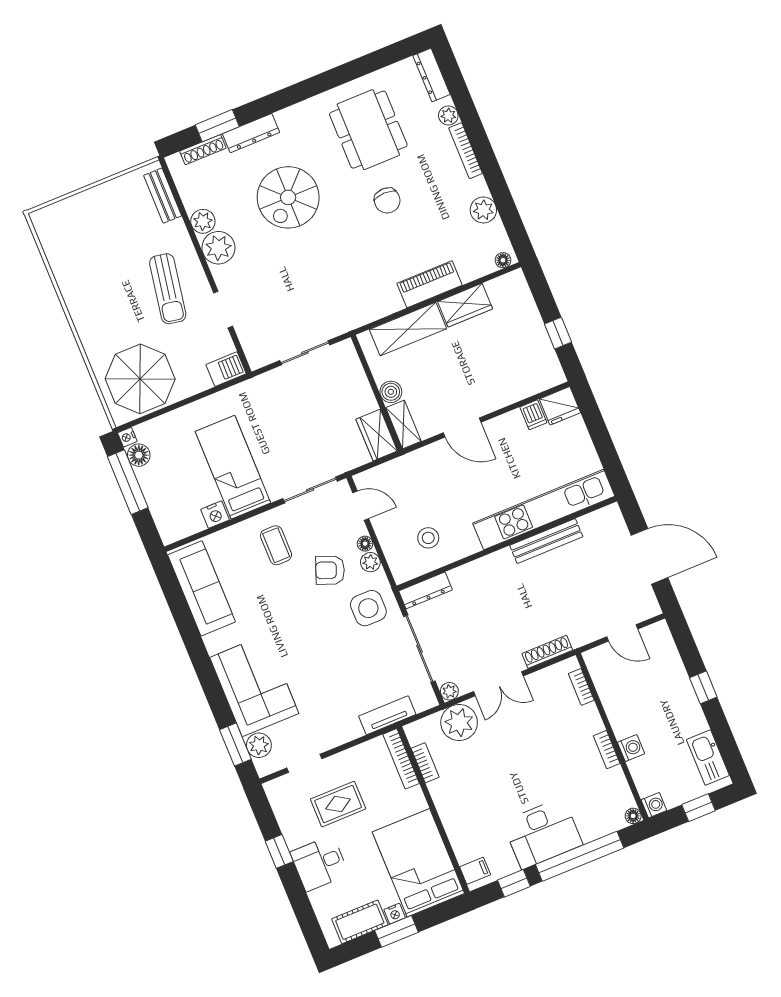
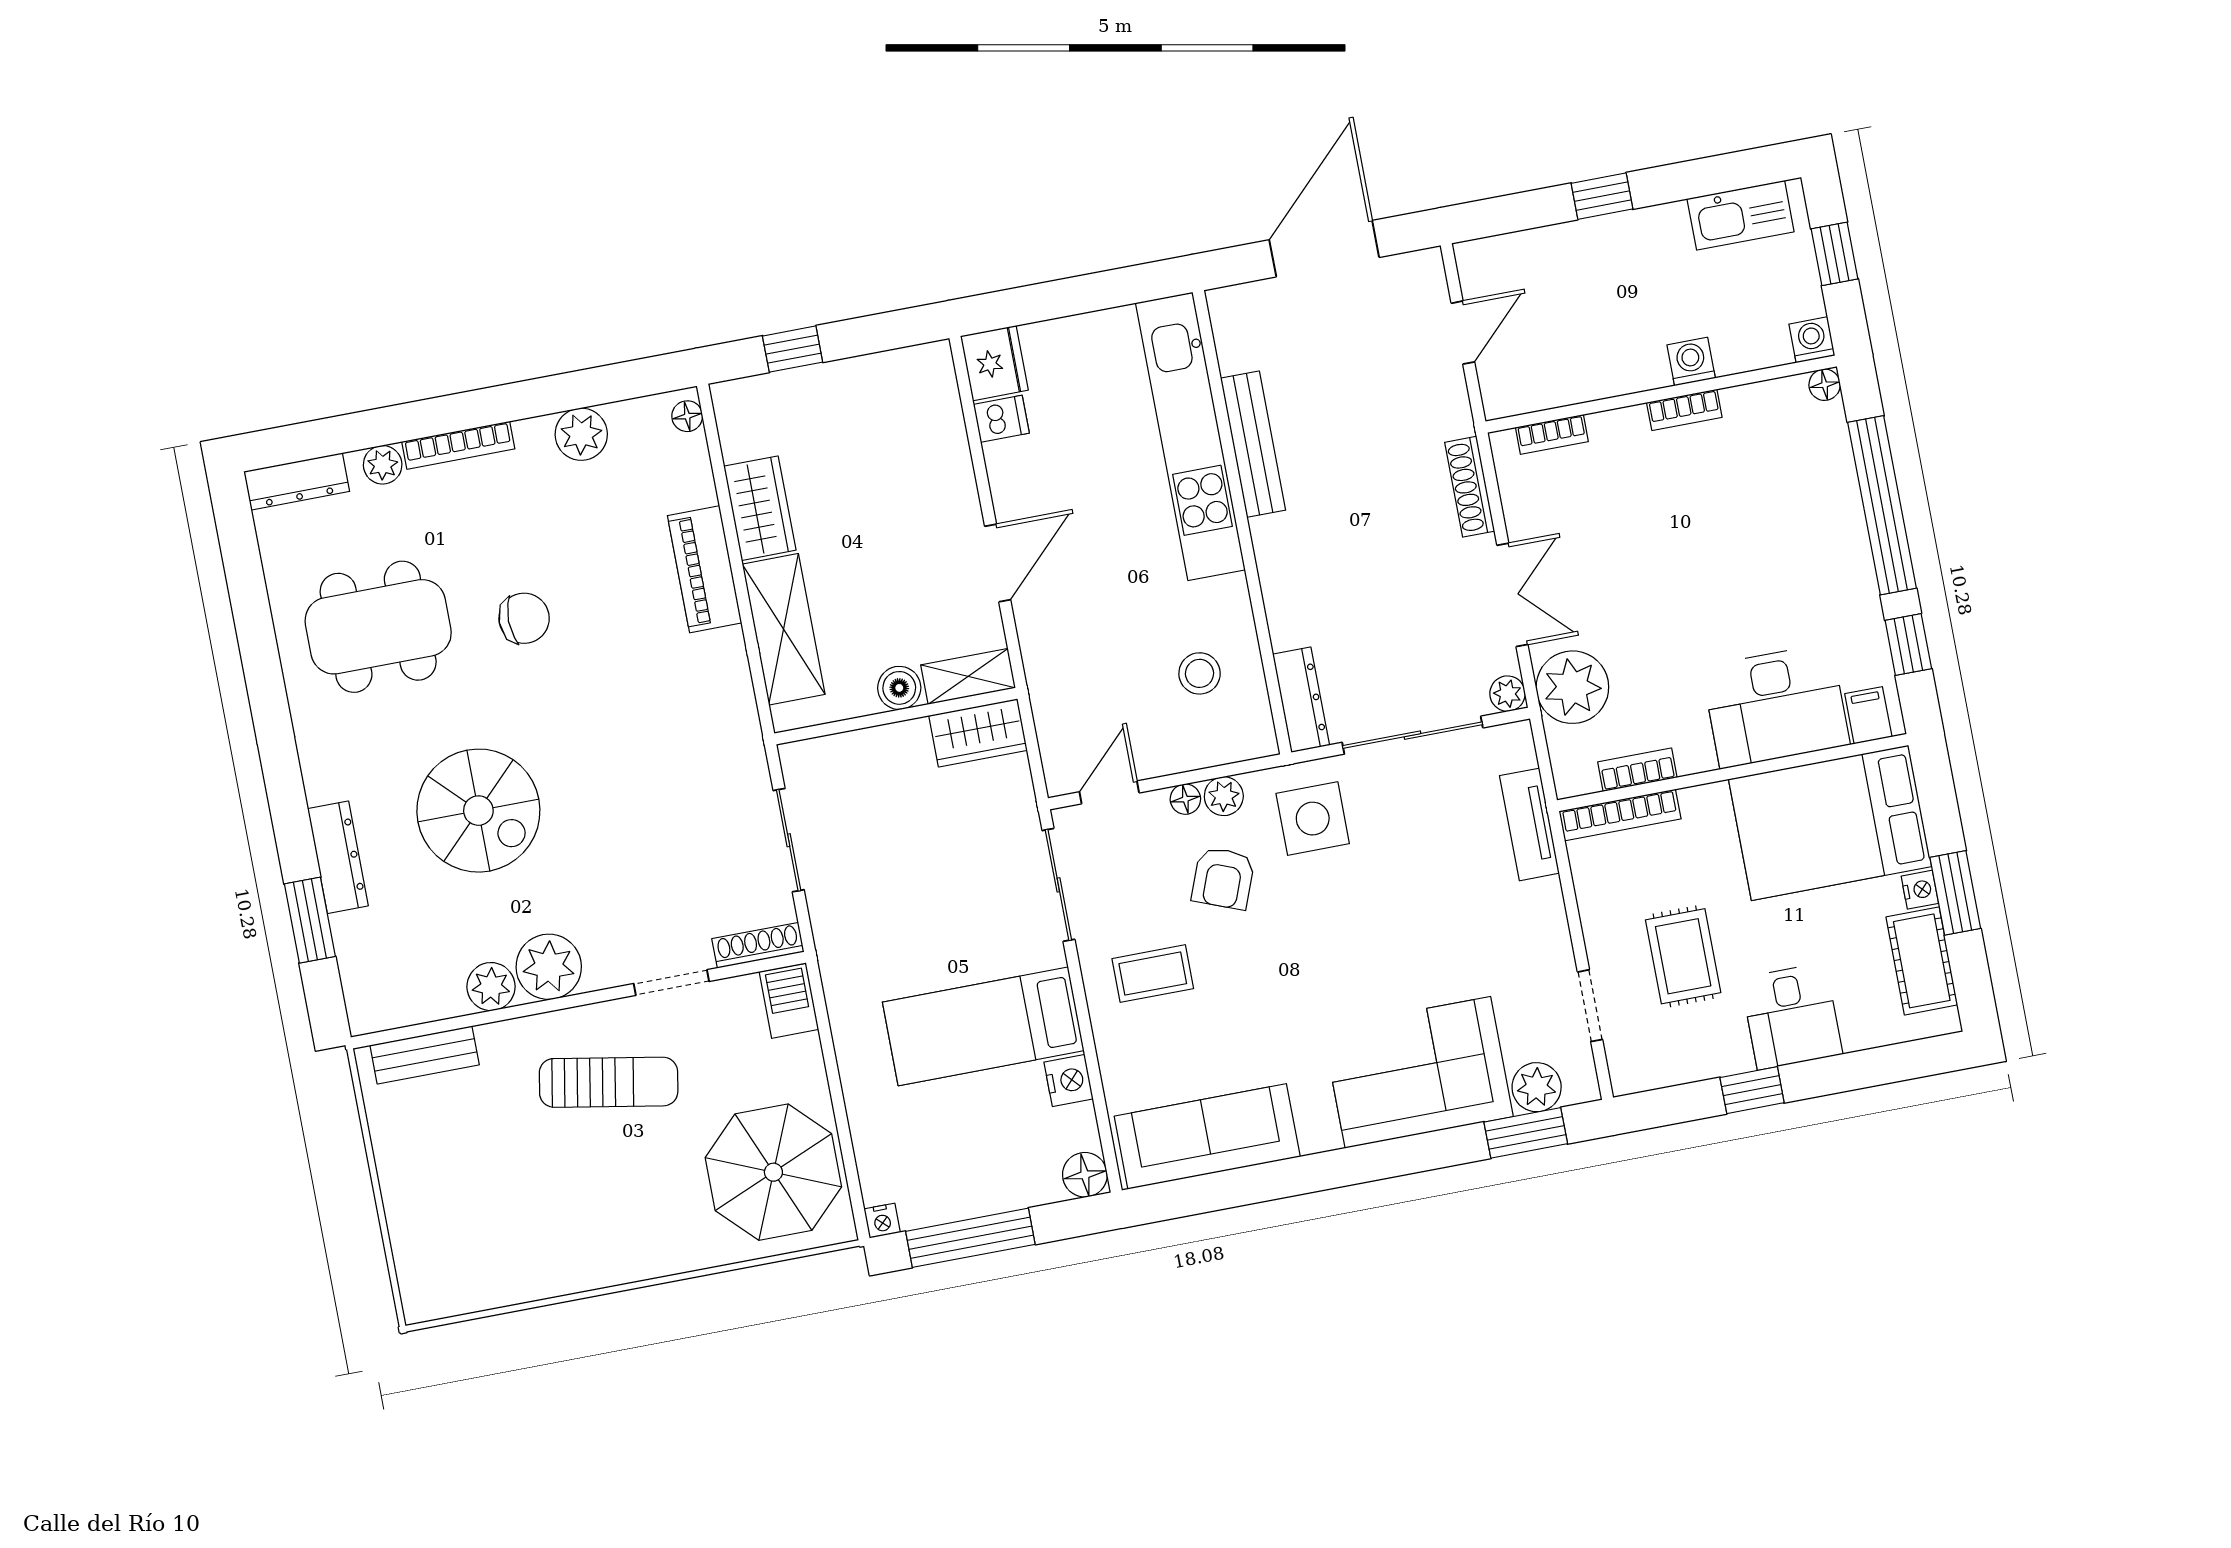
shoe rack: (203, 150) -> (758, 945), moved, turned -90
window: (558, 333) -> (793, 349), moved
floor lamp: (139, 455) -> (1085, 1175), moved
desk: (543, 833) -> (1776, 706), moved, turned 90

